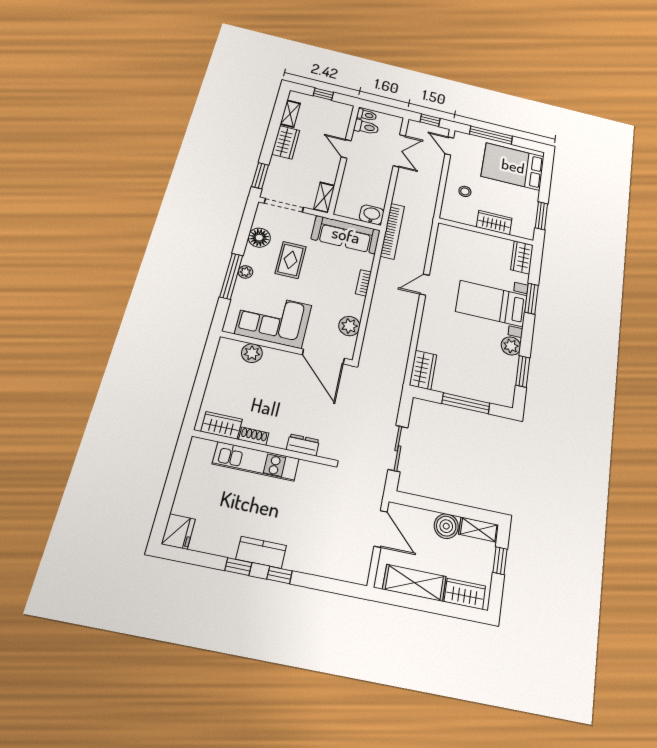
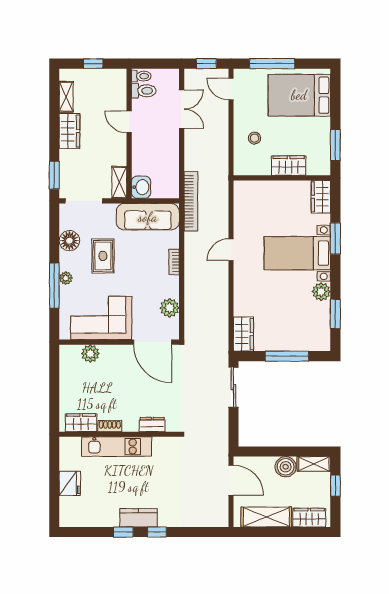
washbasin: (372, 215) -> (141, 187), moved, turned 90
sliding door: (398, 448) -> (233, 387), moved
fridge: (178, 532) -> (70, 483), moved

